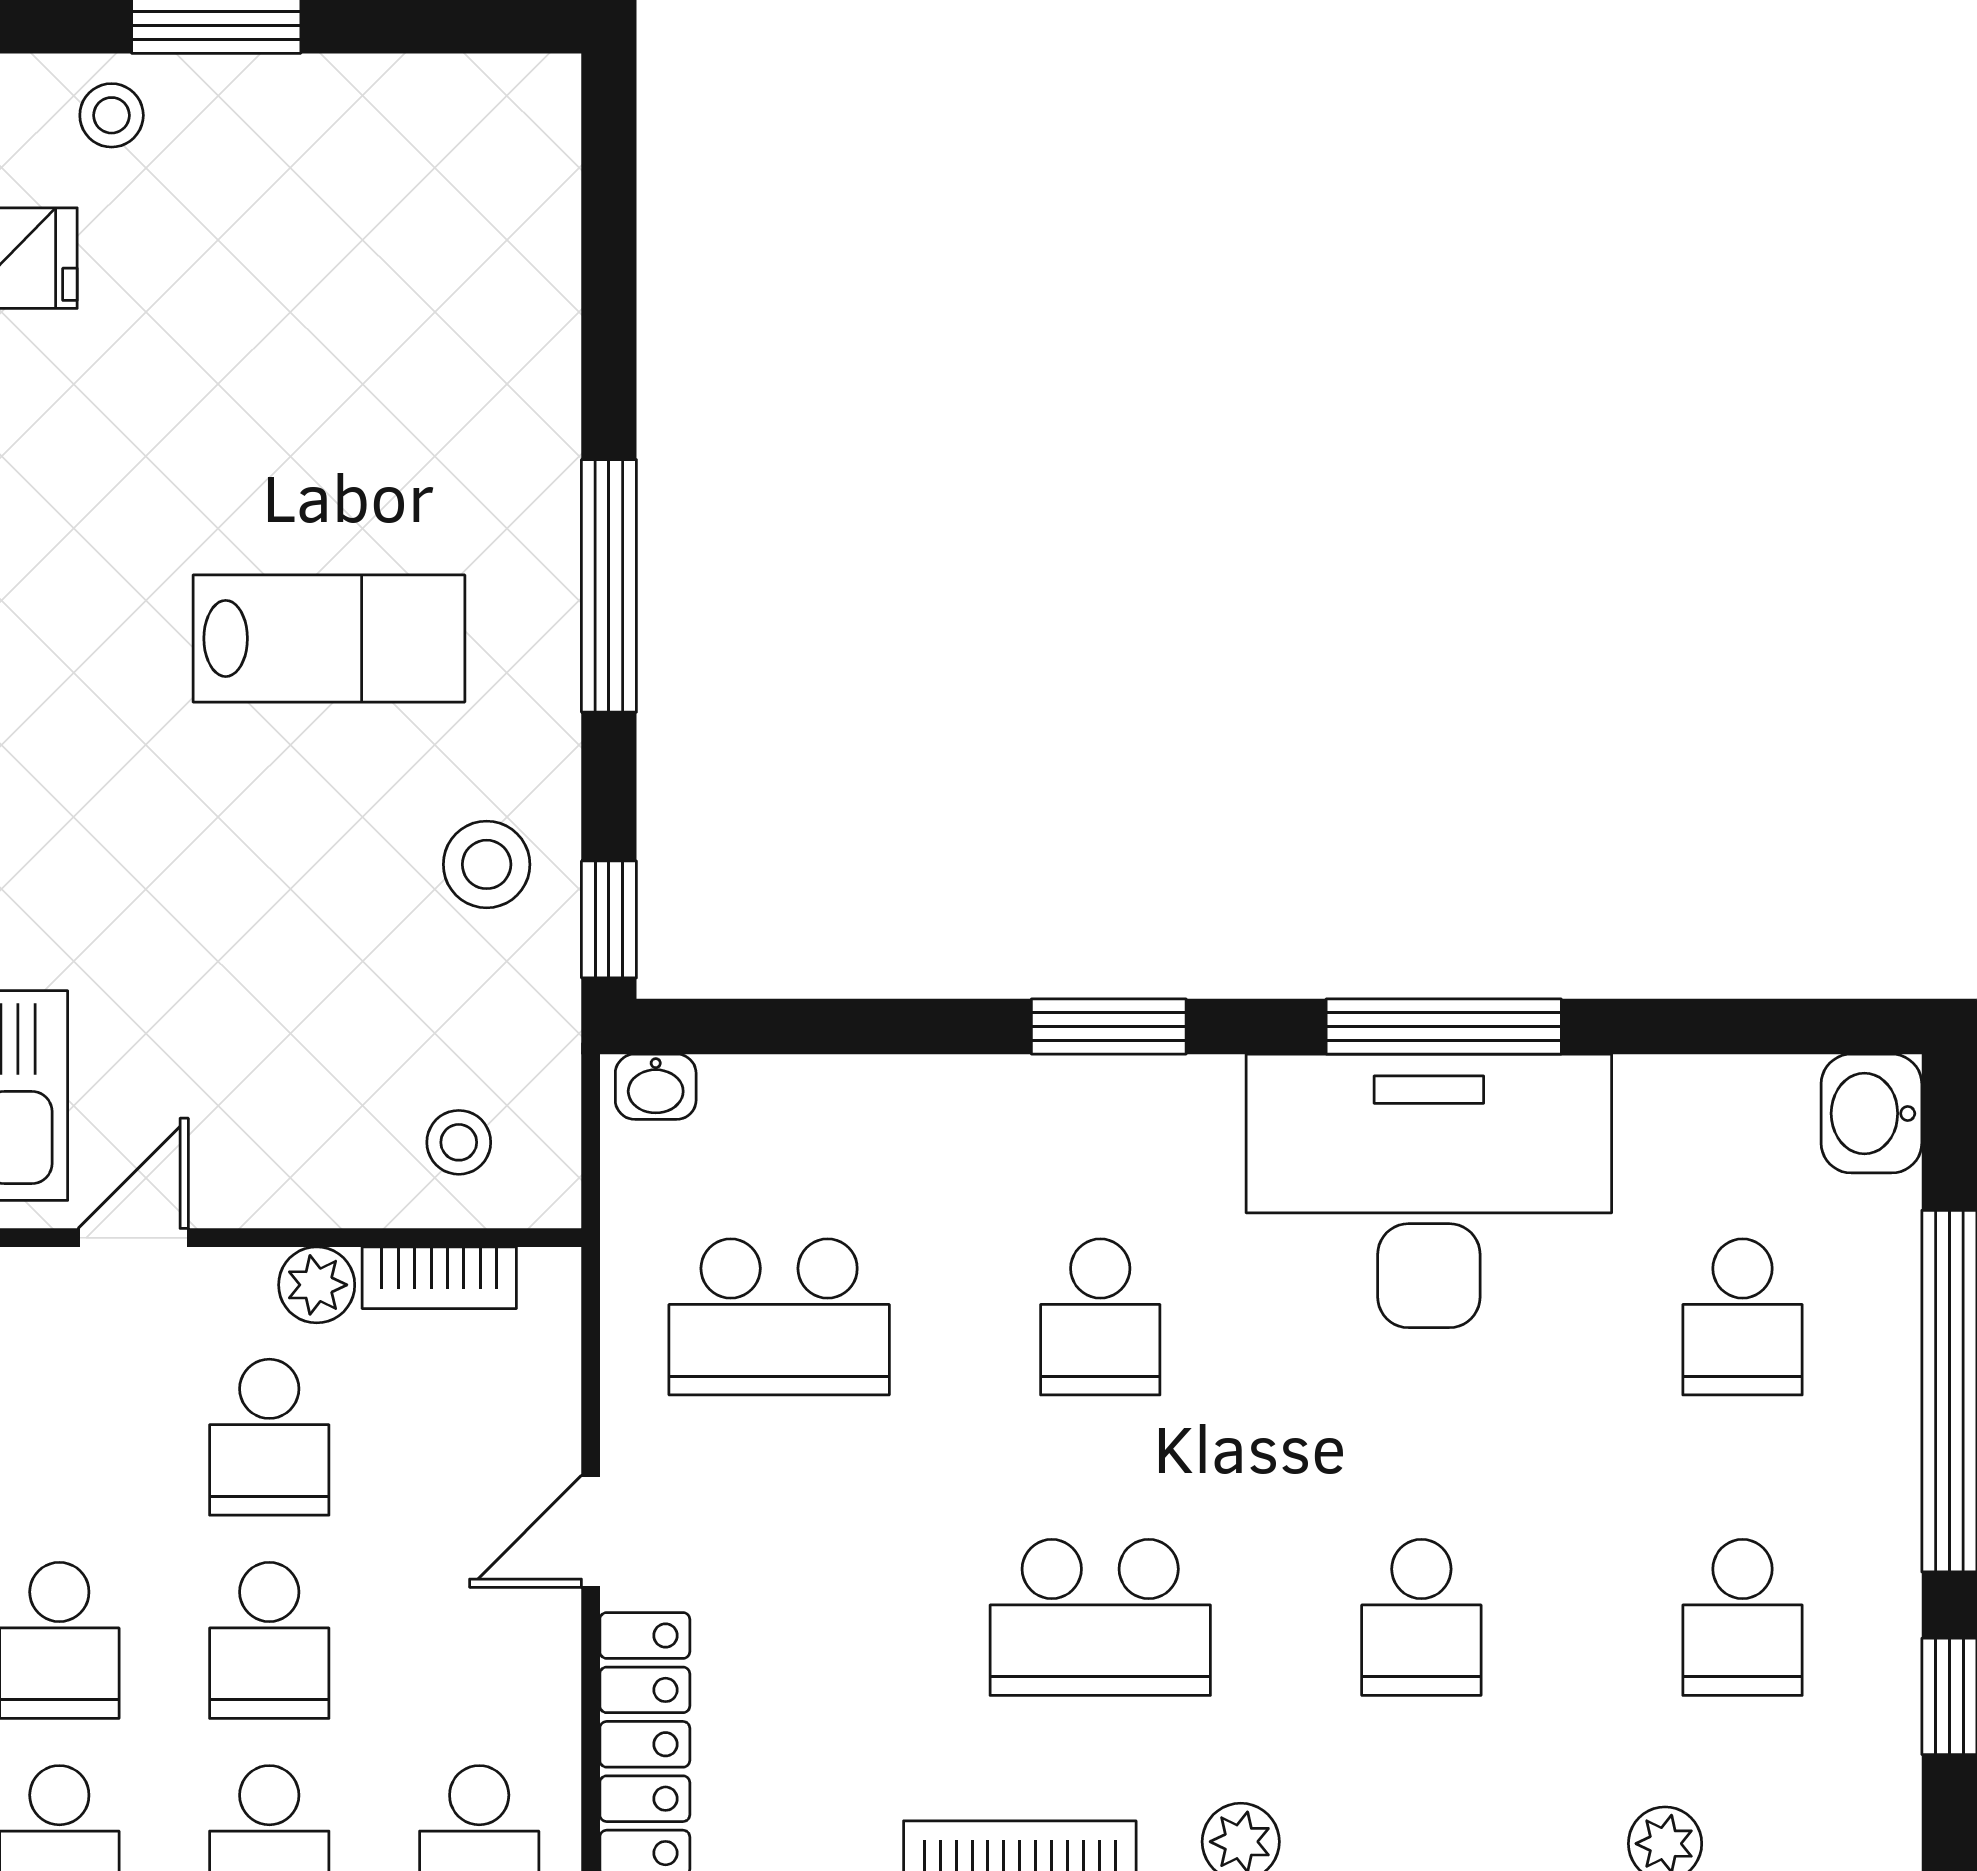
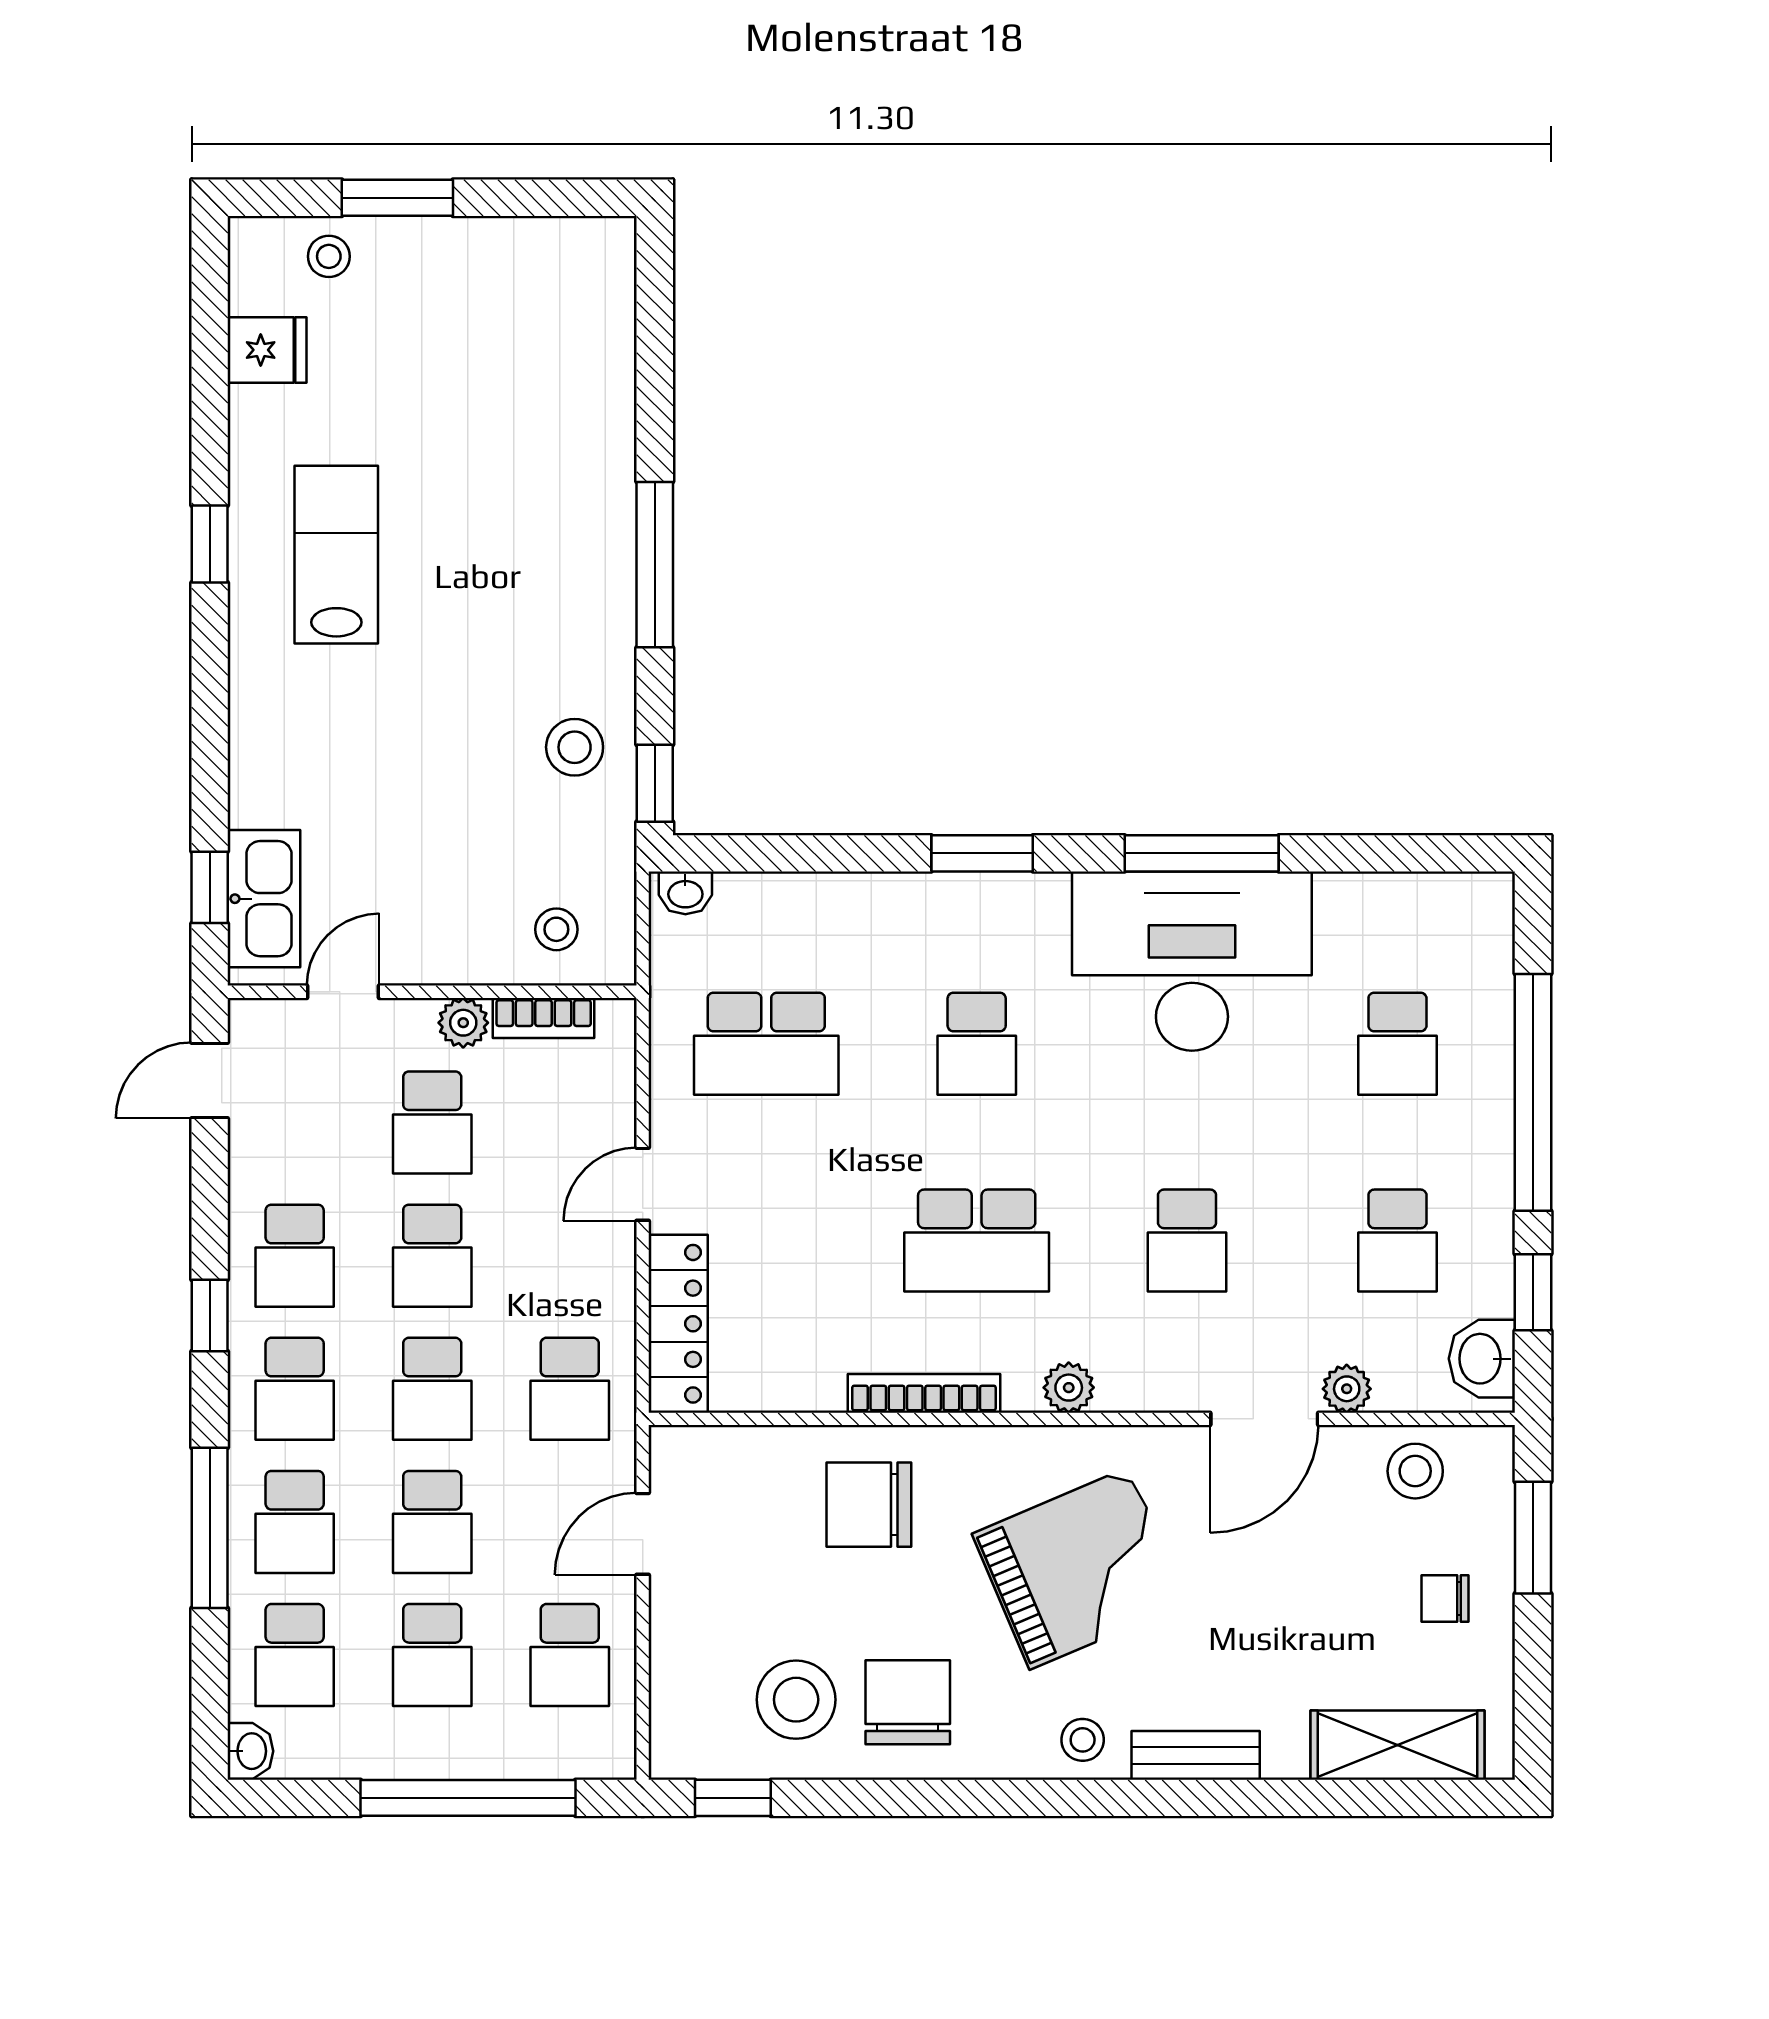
lab bench: (329, 638) -> (336, 555), moved, turned -90
washbasin: (1871, 1113) -> (1482, 1359), moved

